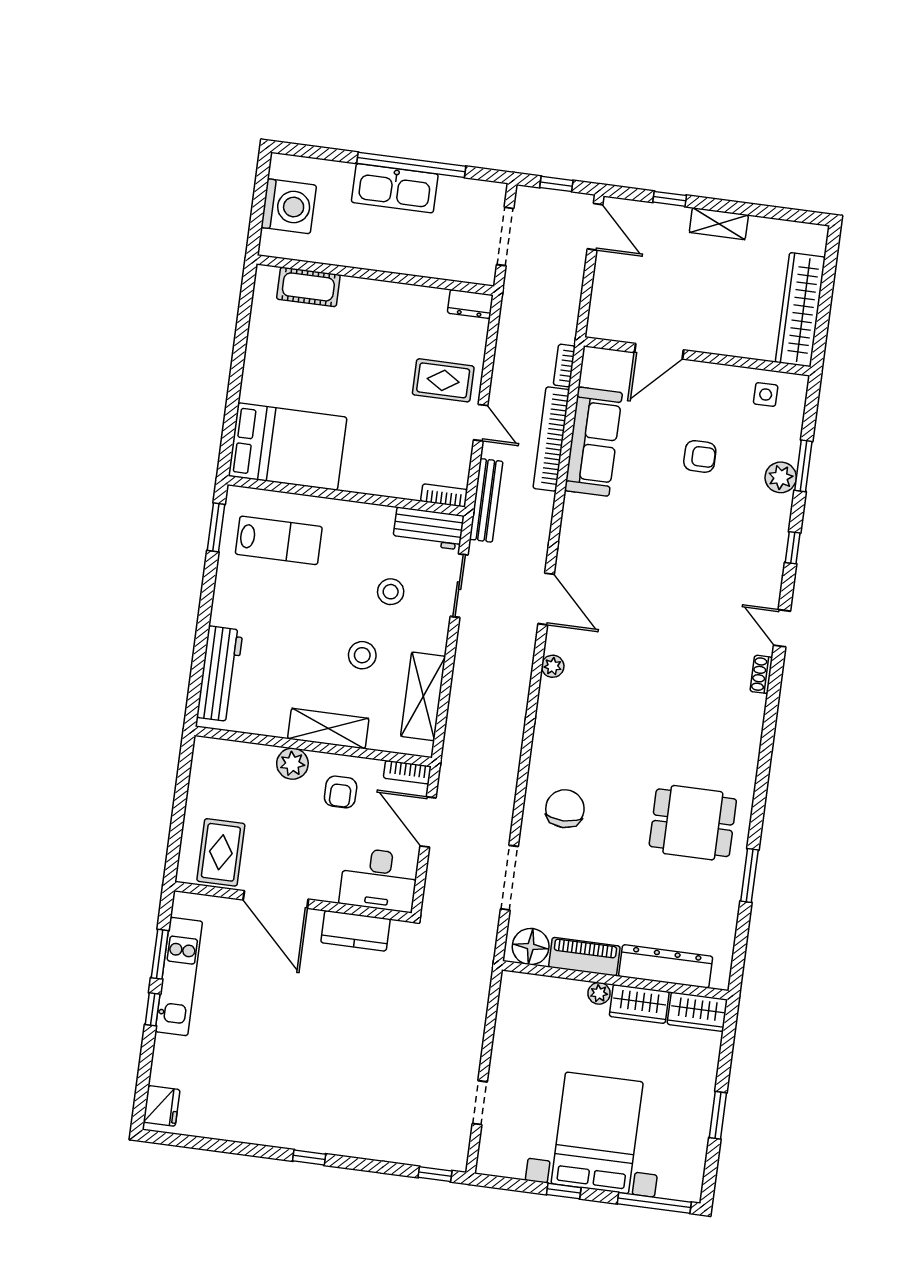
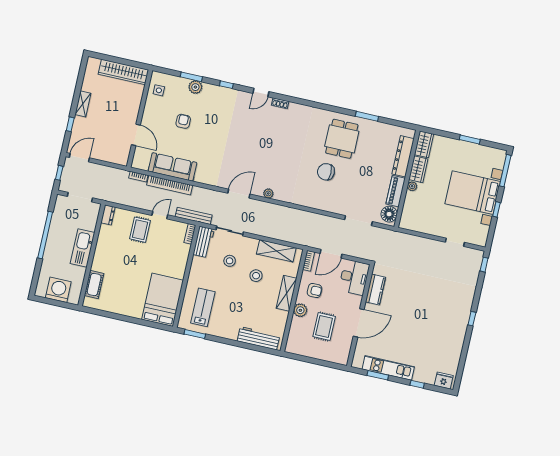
kitchen sink: (395, 188) -> (83, 248), moved, turned 180
chair: (565, 809) -> (326, 172), moved
rug: (221, 852) -> (324, 327), moved, turned 90
window: (153, 1009) -> (417, 384), moved

